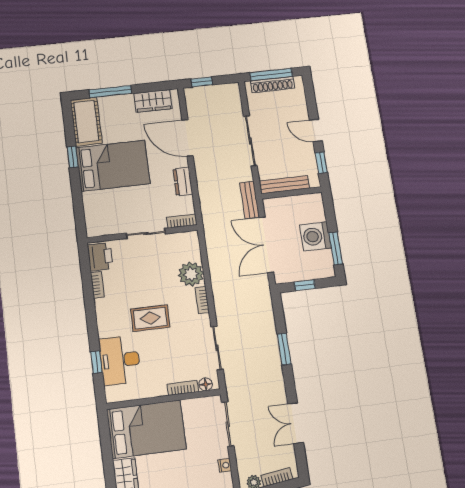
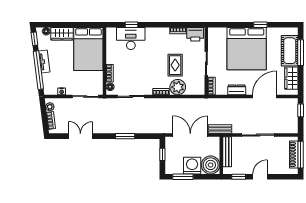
cot: (86, 122) -> (290, 51), moved, turned 90
bed: (113, 166) -> (247, 49), width x1.36
boiler: (310, 208) -> (211, 165), added
rug: (150, 318) -> (175, 65), moved

